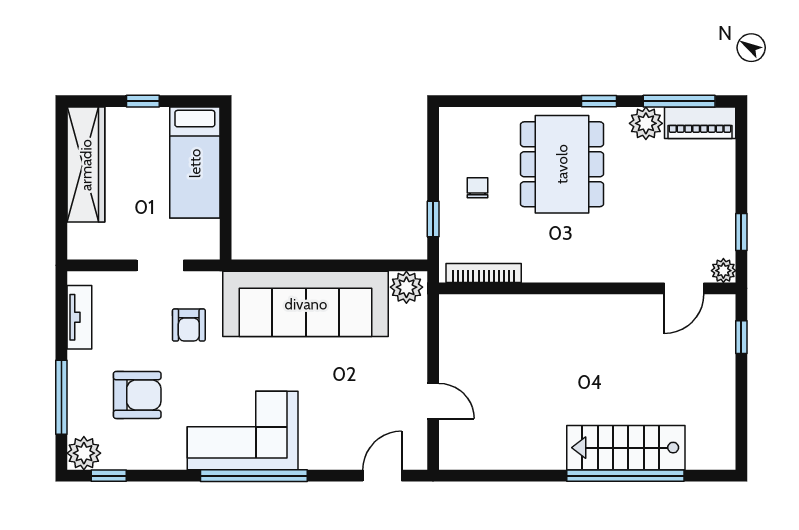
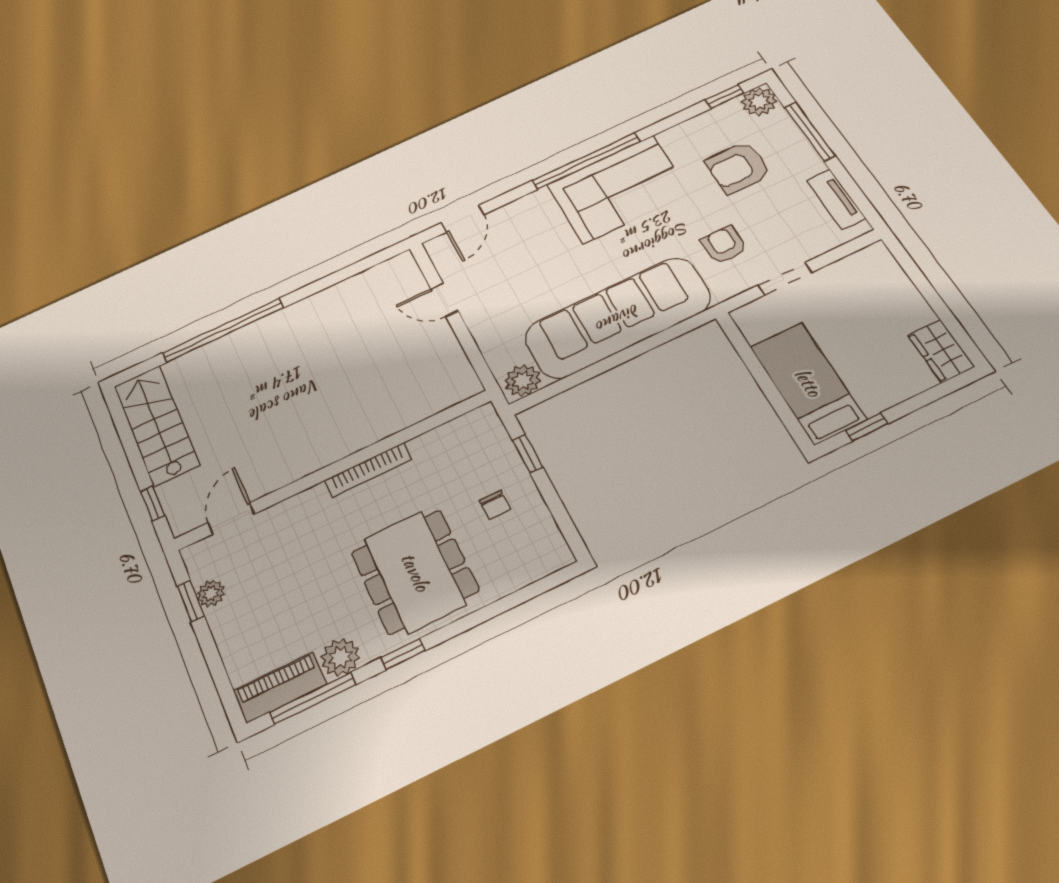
window: (143, 101) -> (867, 427), moved
wardrobe: (86, 165) -> (941, 351), width x0.48, depth x0.85
plant: (723, 271) -> (211, 593), moved
bookcase: (484, 273) -> (368, 470), moved
stairs: (626, 448) -> (156, 425), moved, turned -90

